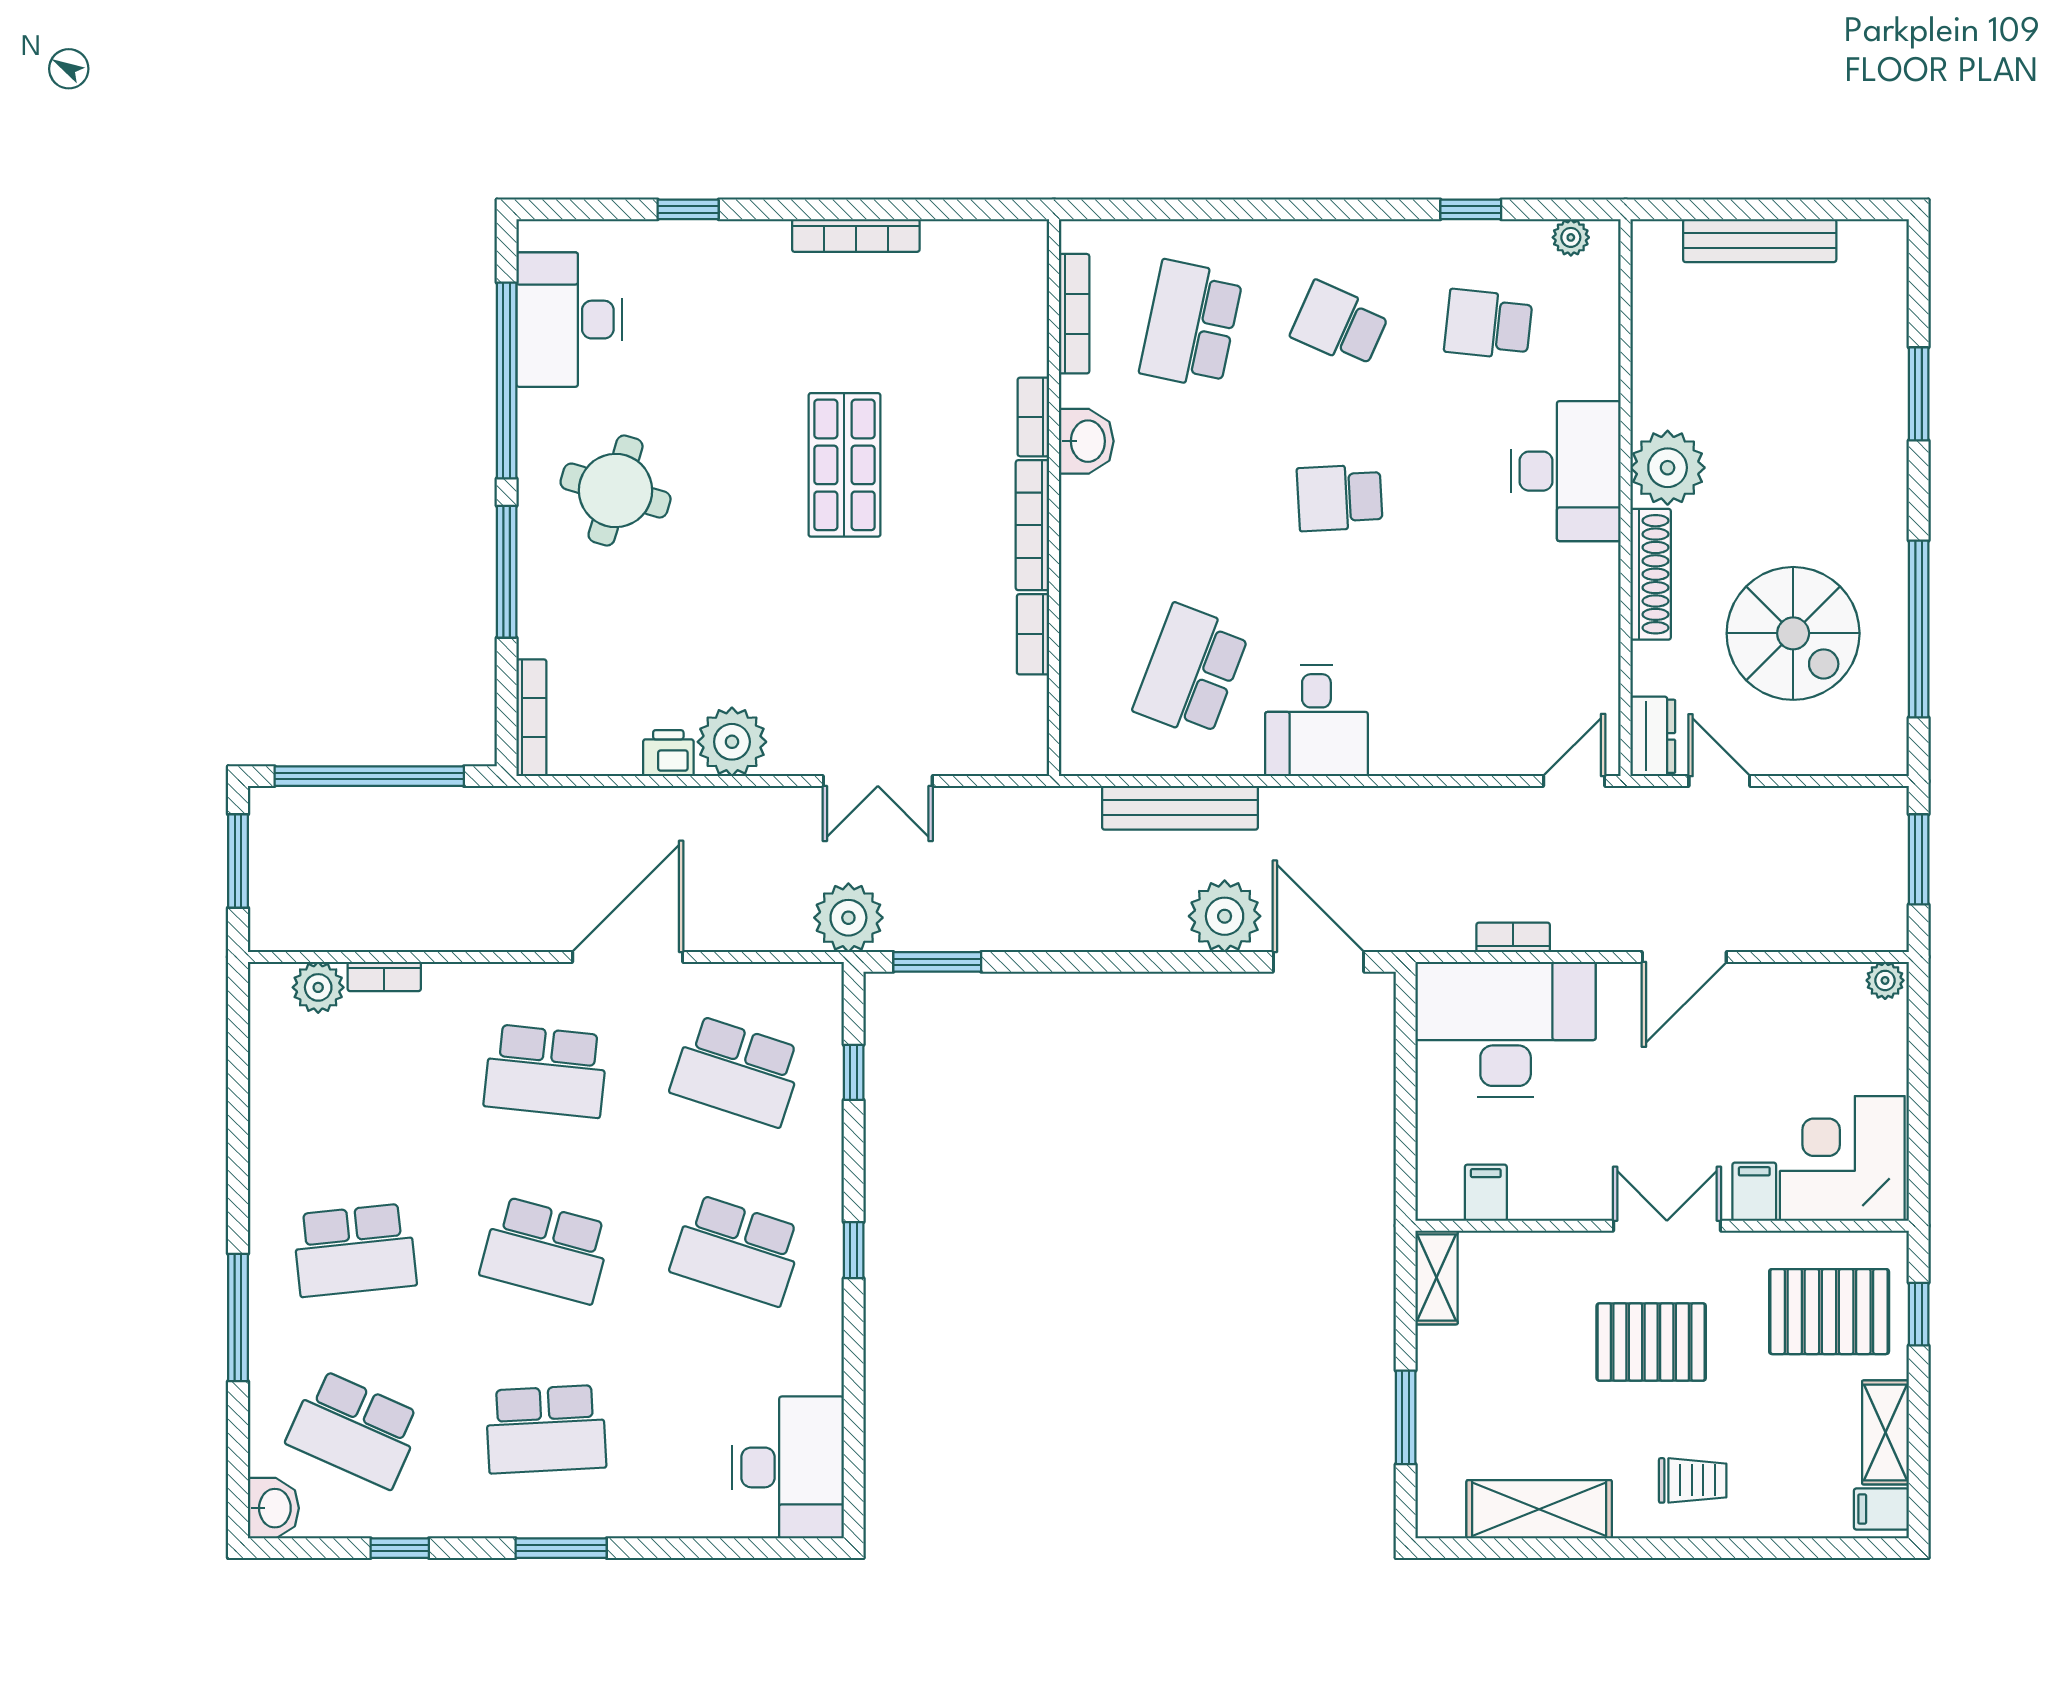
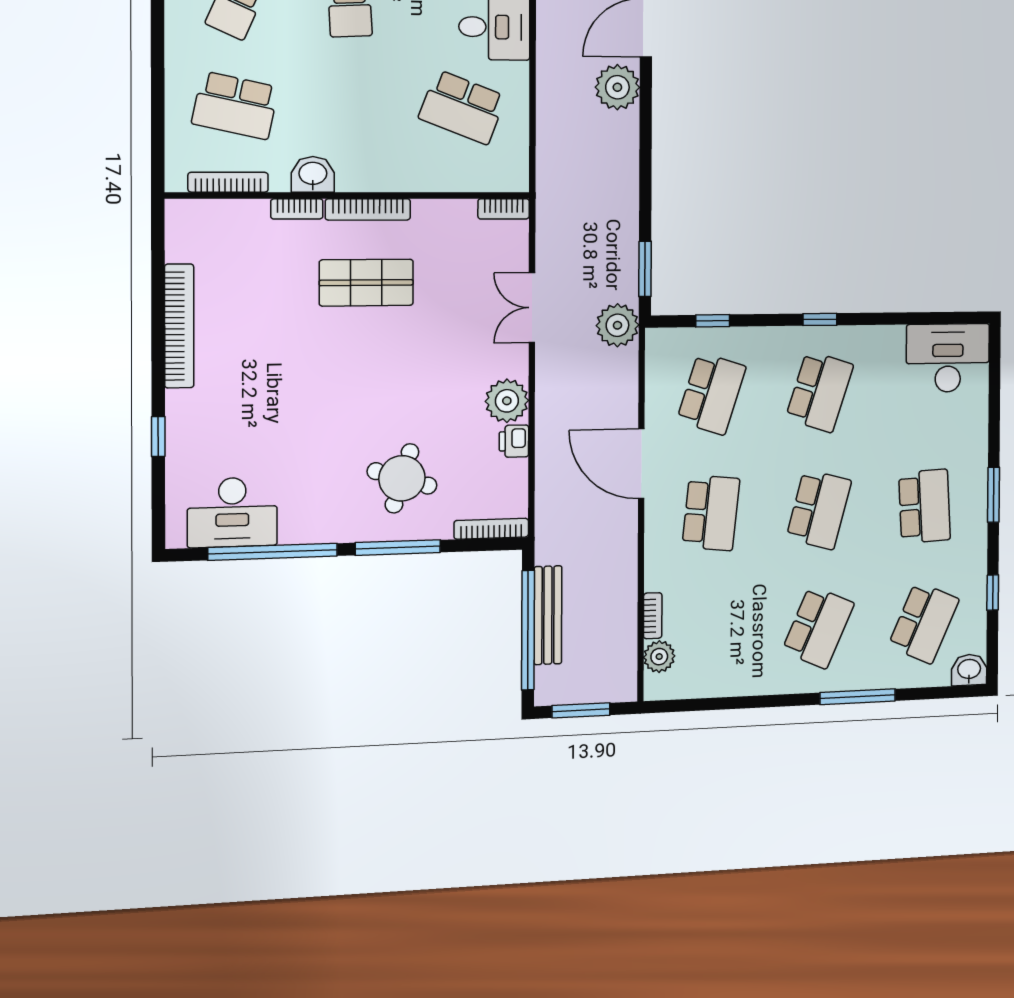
bookcase: (856, 236) -> (179, 326), width x1.48, depth x1.31
shop shelf: (844, 465) -> (366, 283), moved
round table: (616, 491) -> (402, 478), moved
bookcase: (1033, 634) -> (504, 209), moved
double door: (878, 781) -> (532, 308), swing flipped
bench: (1180, 808) -> (548, 615), moved
school desk: (355, 1250) -> (818, 627), turned 30

